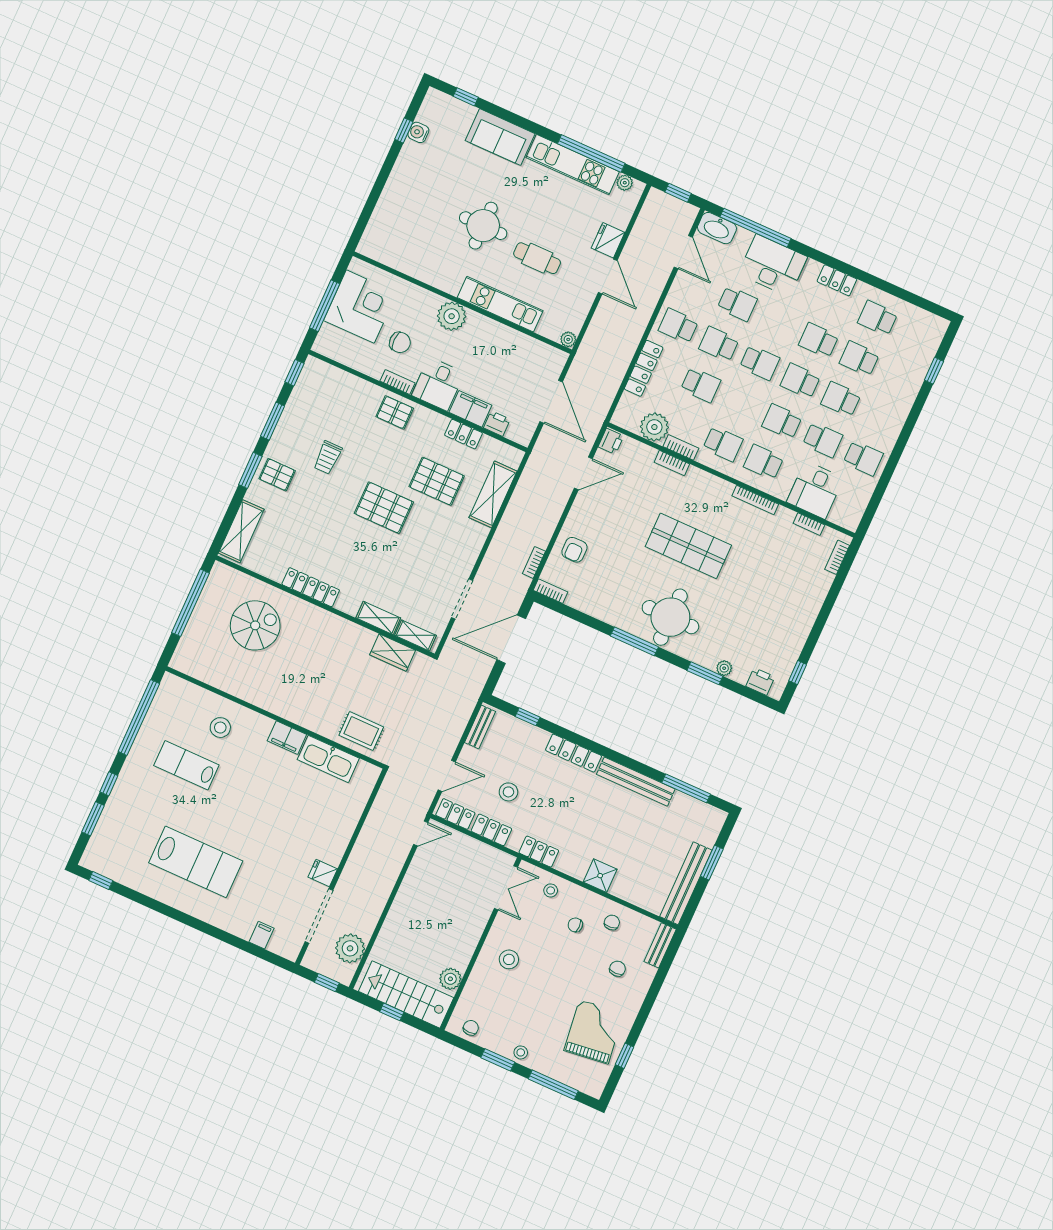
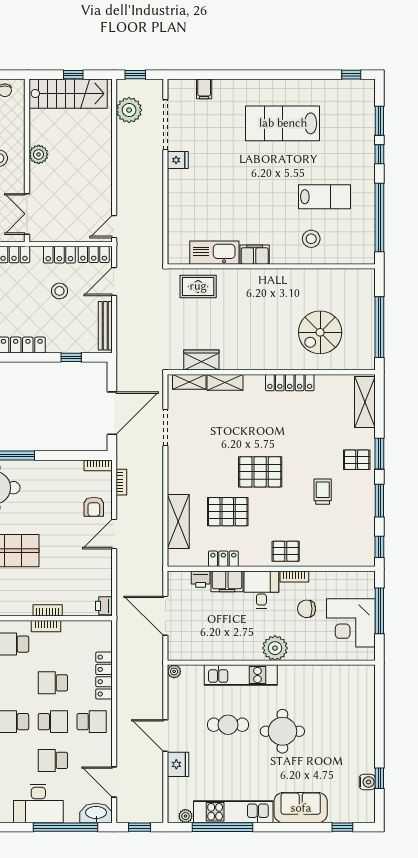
plant: (654, 427) -> (74, 633), removed
door: (583, 473) -> (114, 534), moved
armchair: (574, 550) -> (94, 507), turned 180
bench: (480, 727) -> (105, 326), width x1.36
plant: (450, 979) -> (39, 154), moved

